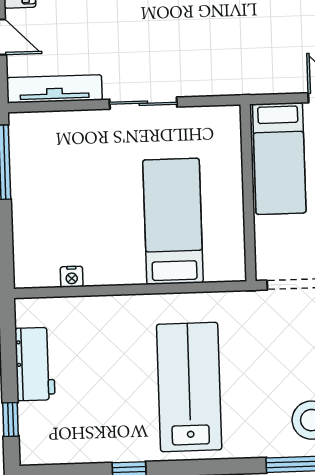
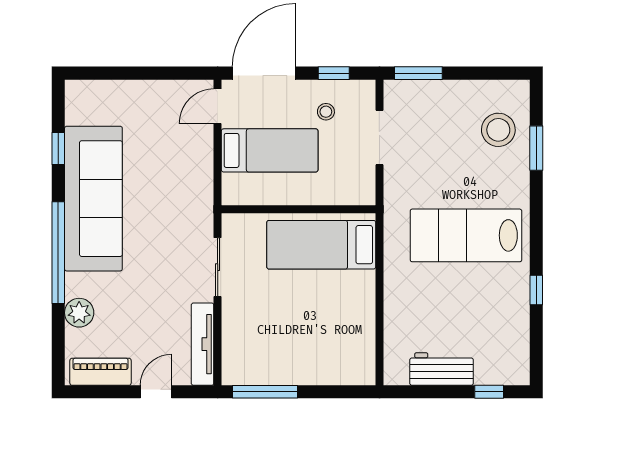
wall: (248, 193) -> (299, 209), moved
nightstand: (72, 277) -> (367, 335), removed

